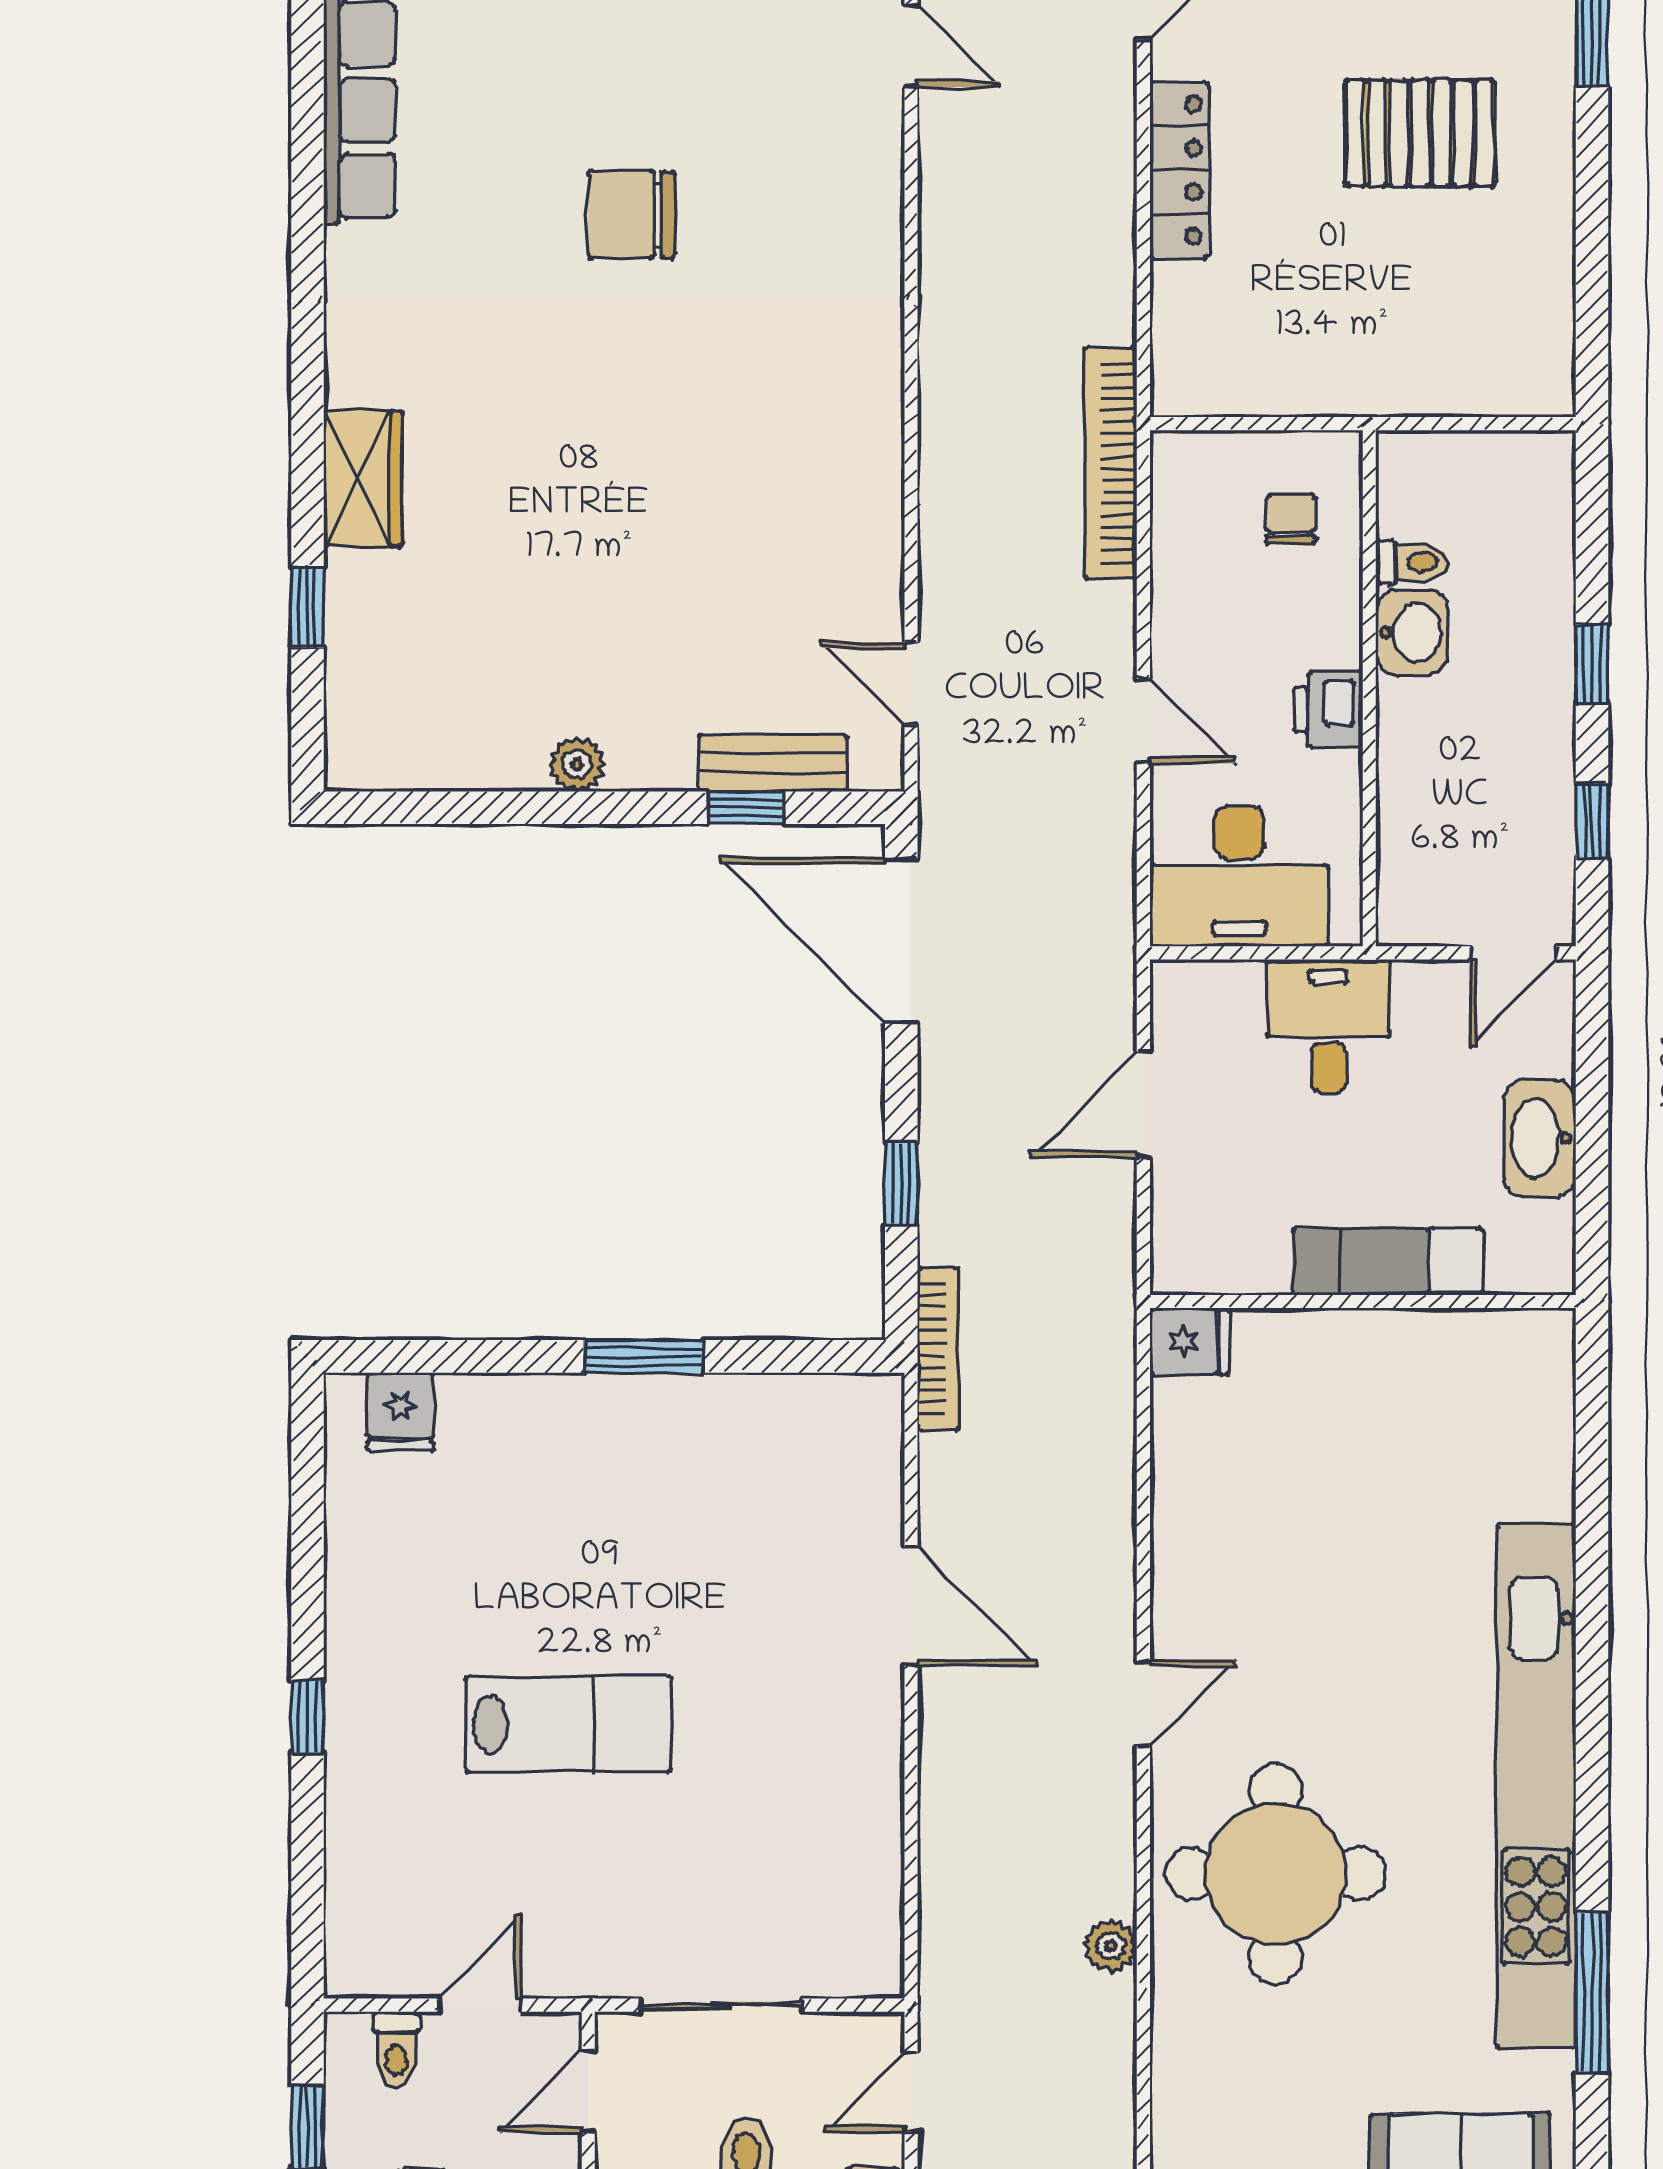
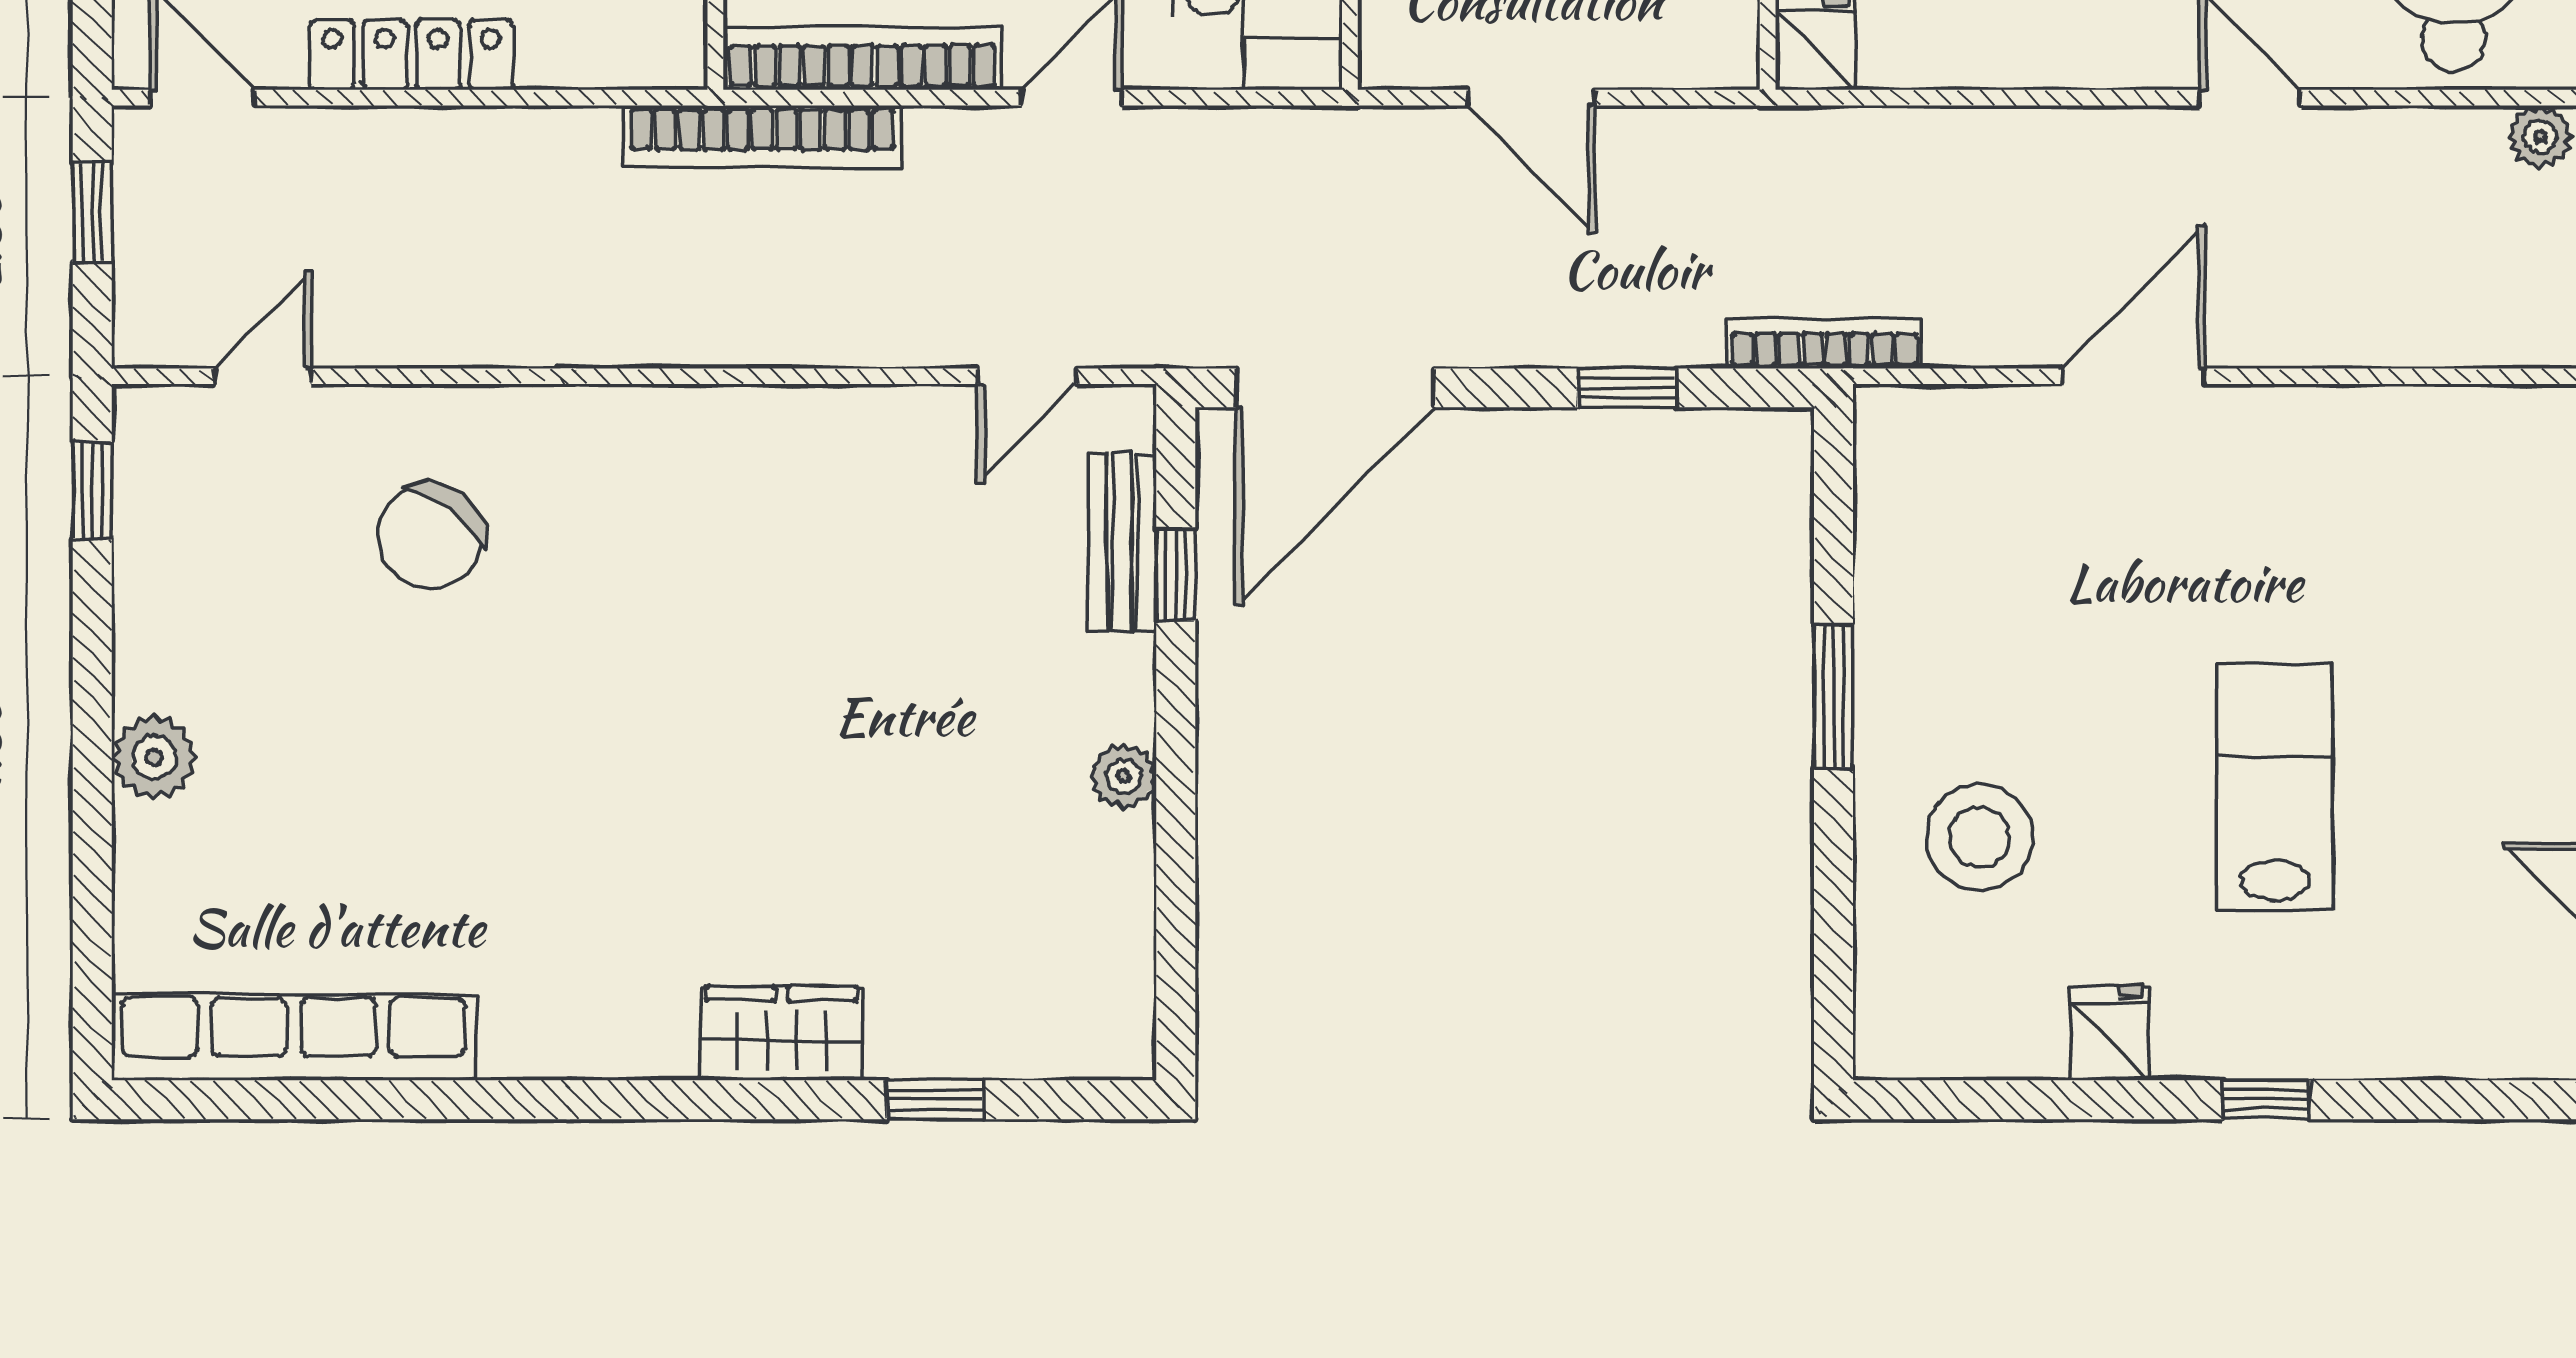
chair: (632, 214) -> (431, 536), moved, turned 37
bookcase: (1176, 546) -> (863, 58), added
fridge: (400, 1412) -> (2110, 1033), moved, turned -90
stool: (526, 1478) -> (1979, 838), added

